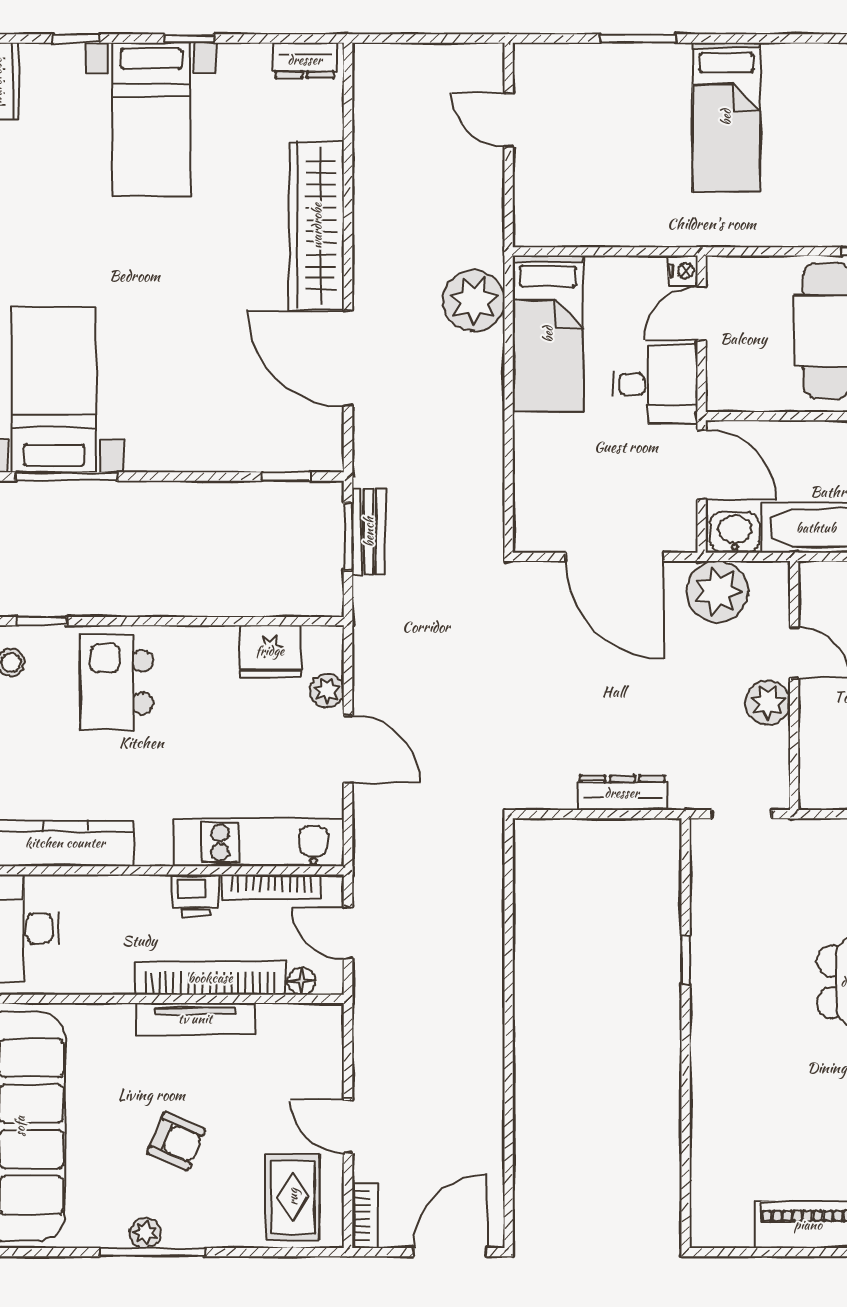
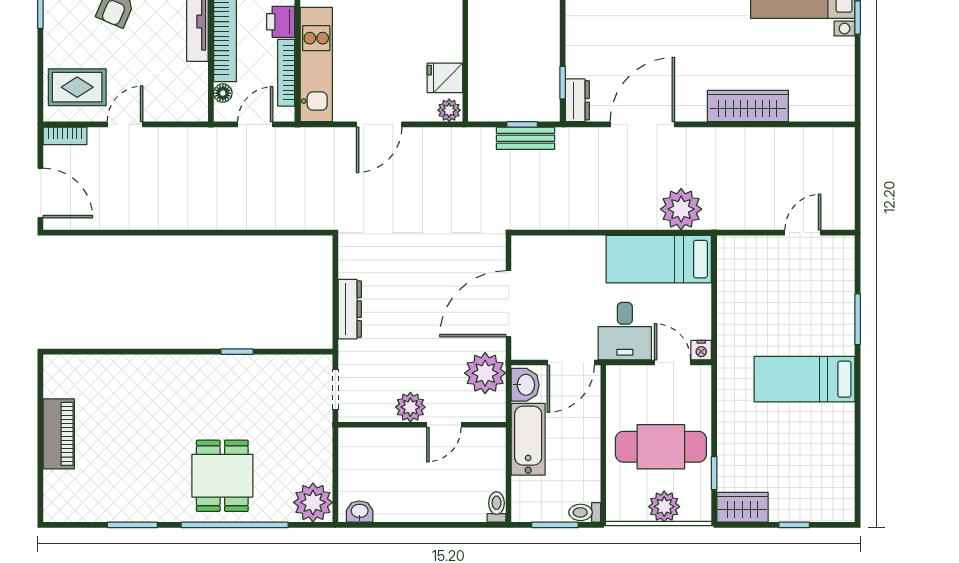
dresser: (305, 60) -> (577, 100), moved, turned 180
wardrobe: (317, 226) -> (748, 106), width x0.71, depth x0.85
window: (348, 537) -> (522, 124), width x0.67
fridge: (270, 651) -> (445, 78), width x0.72
plant: (327, 691) -> (449, 110), moved

